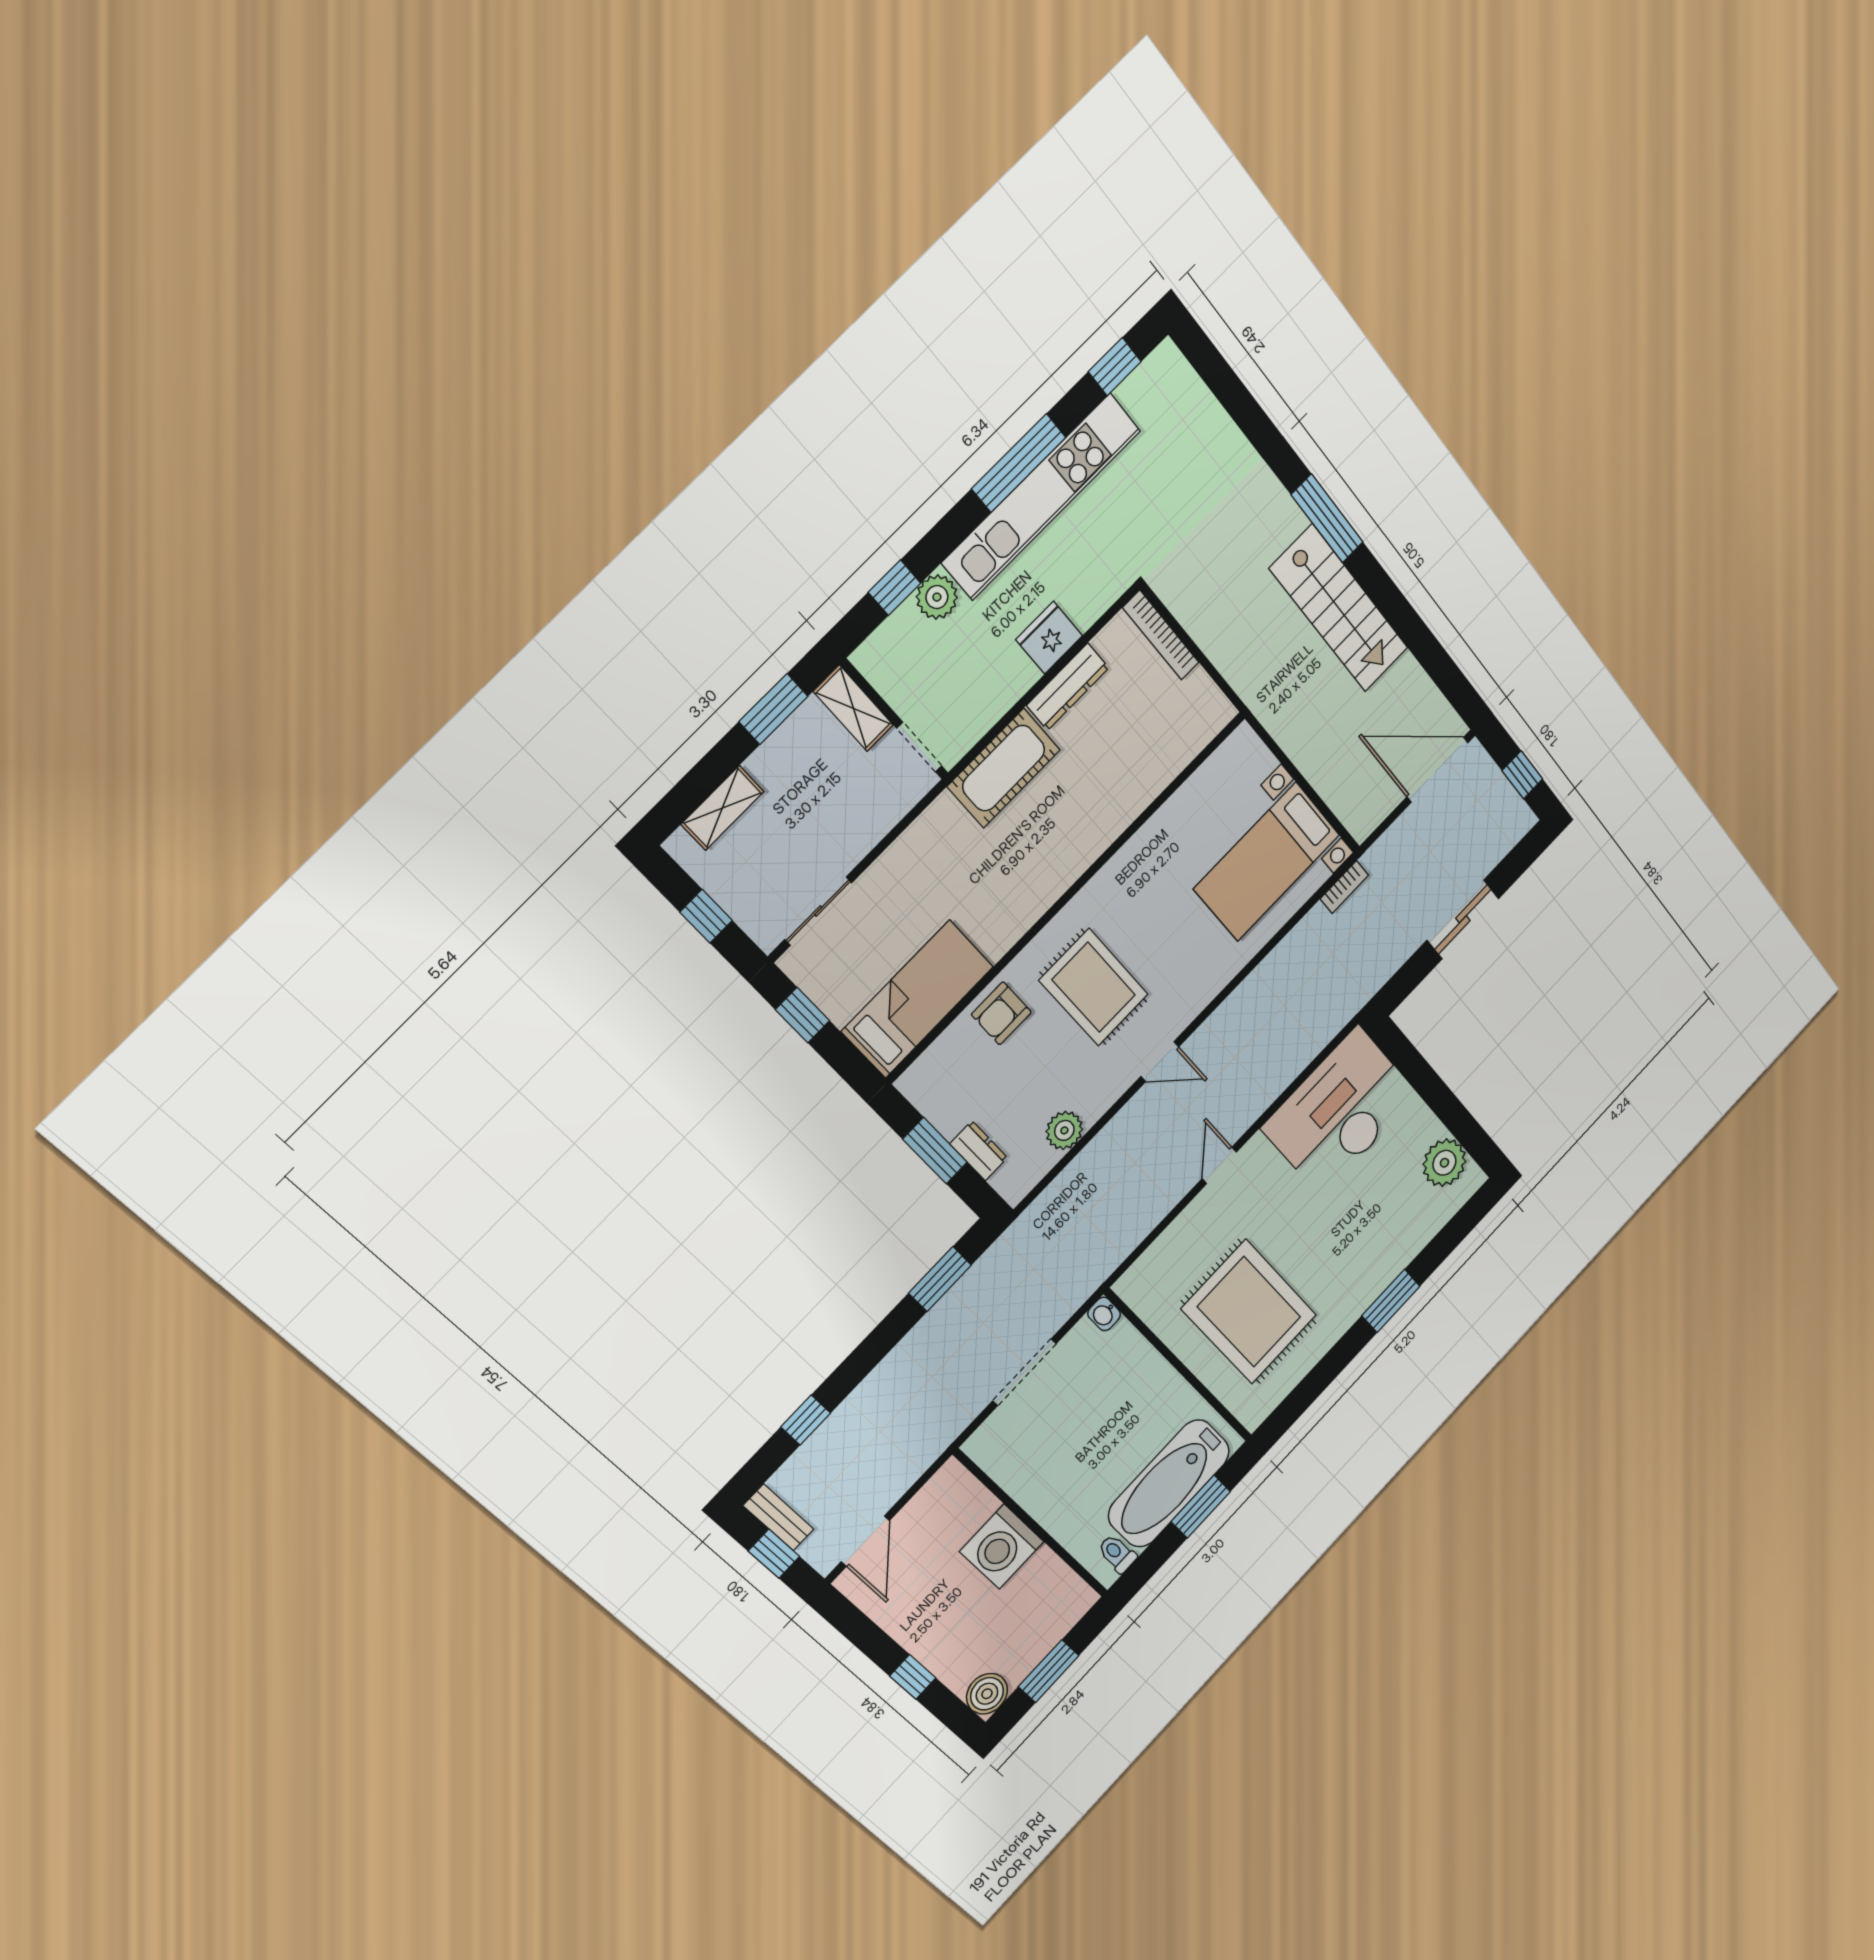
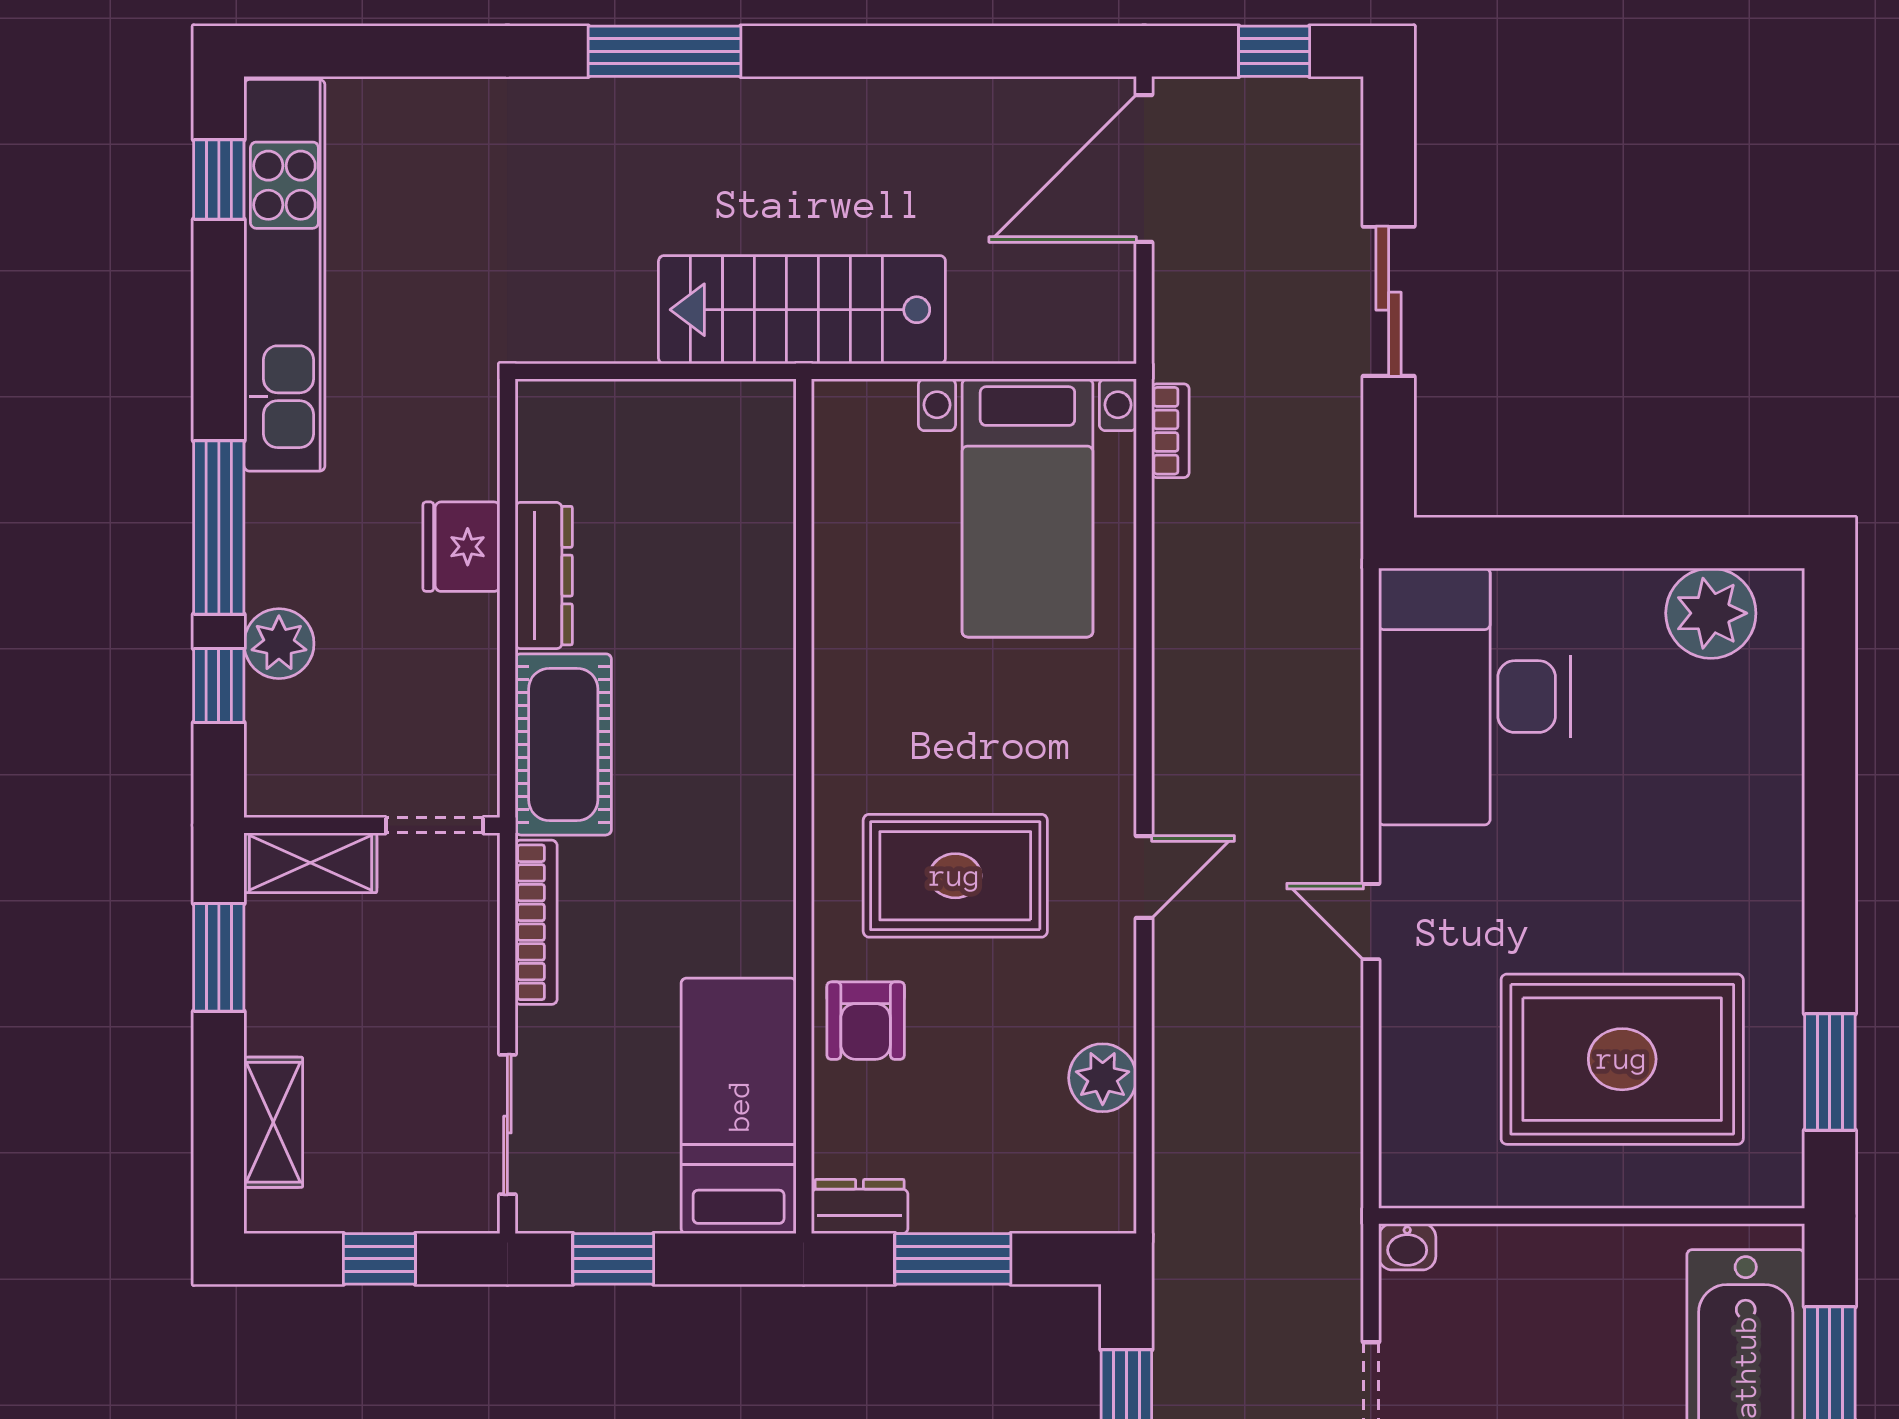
window: (1019, 463) -> (219, 528), moved
kitchen unit: (1041, 496) -> (284, 275), moved
stairs: (1339, 608) -> (802, 310), moved, turned 180
bookcase: (1161, 635) -> (536, 922), moved, turned -90
dresser: (979, 1151) -> (860, 1206), moved
window: (1391, 1301) -> (1830, 1072), moved

